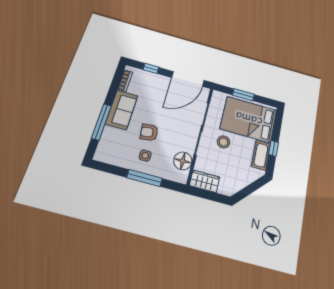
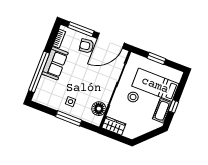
window: (151, 68) -> (81, 29), width x2.17
bed: (249, 119) -> (155, 85), width x0.67
window: (101, 122) -> (39, 72), width x1.46
armchair: (149, 132) -> (87, 46), moved

